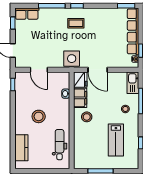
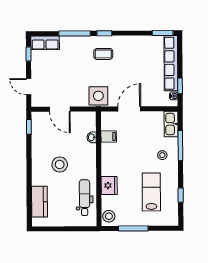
door: (98, 70) -> (129, 109), swing flipped
fridge: (80, 80) -> (109, 185), moved
filing cabinet: (80, 98) -> (109, 137), width x0.50
stool: (87, 117) -> (109, 216), moved
lab bench: (116, 140) -> (151, 192), turned 180

